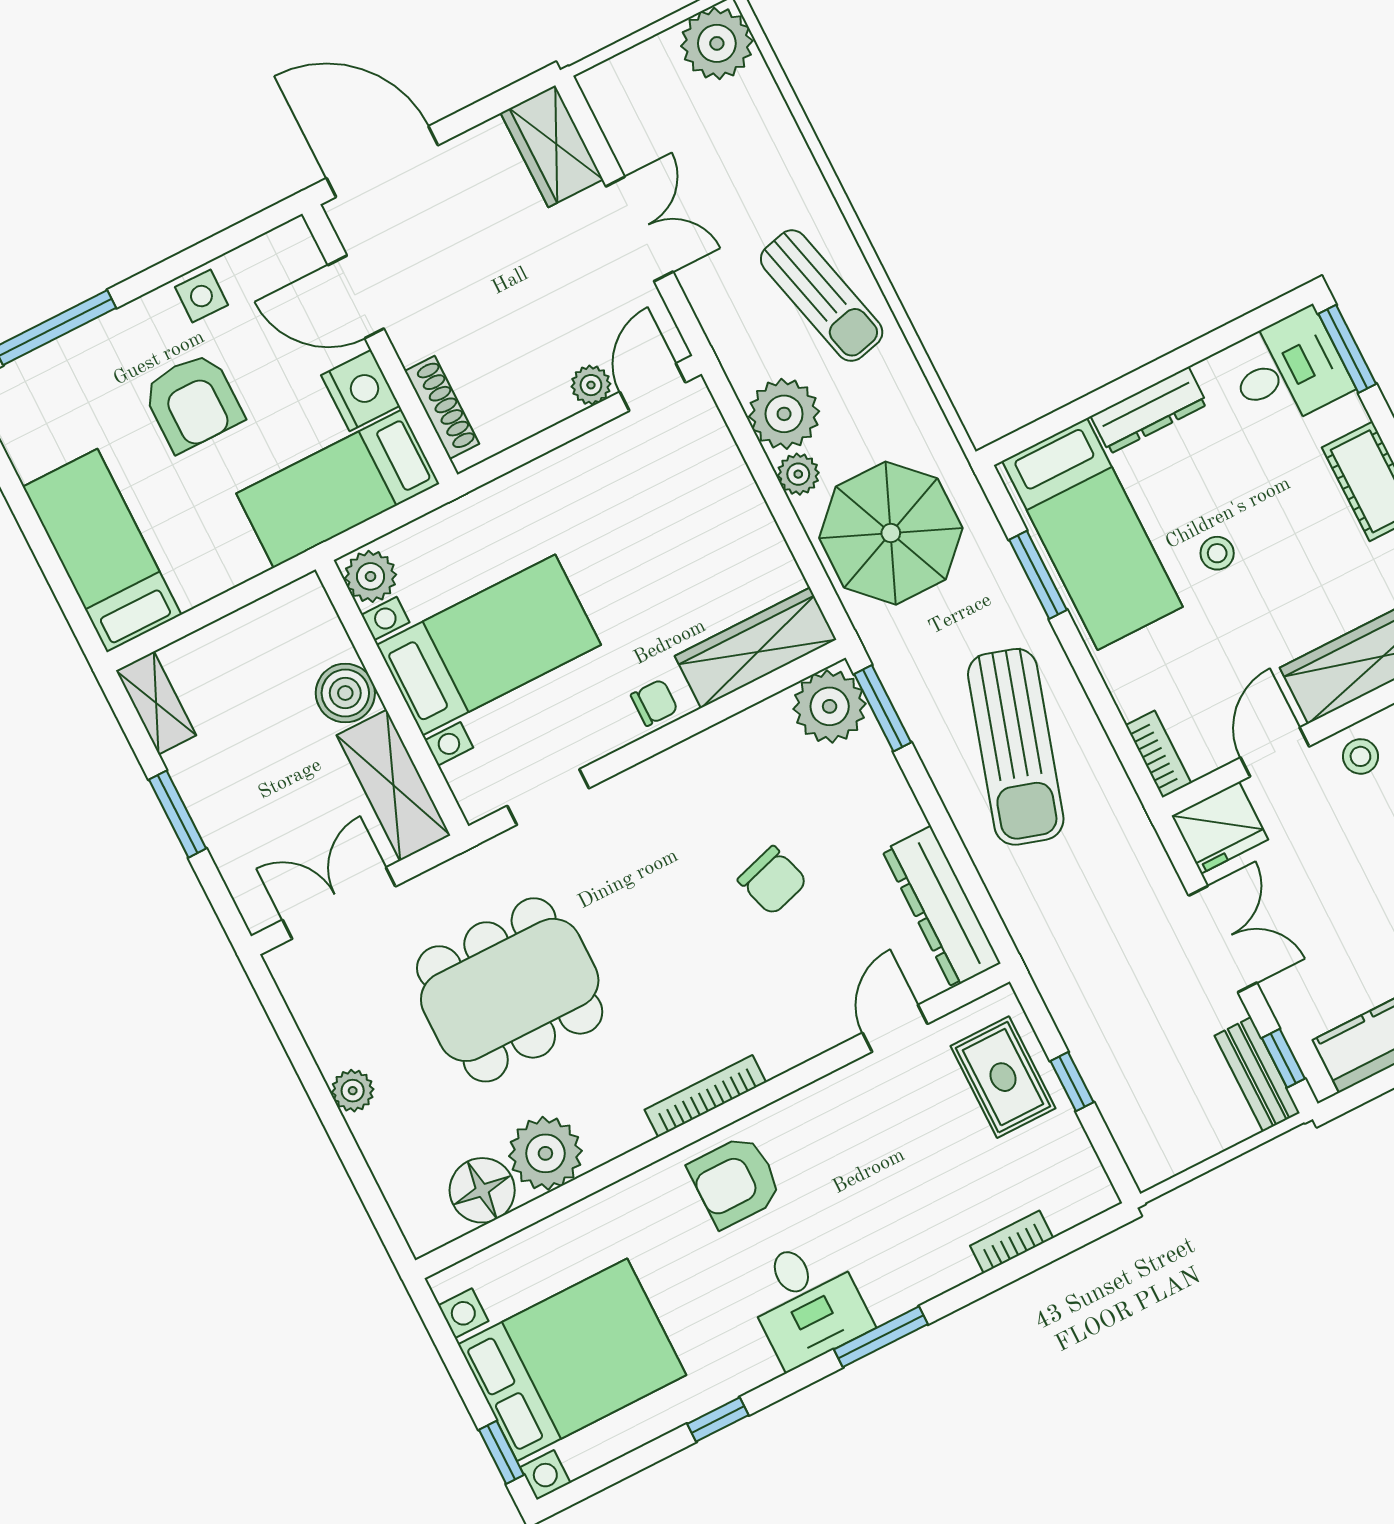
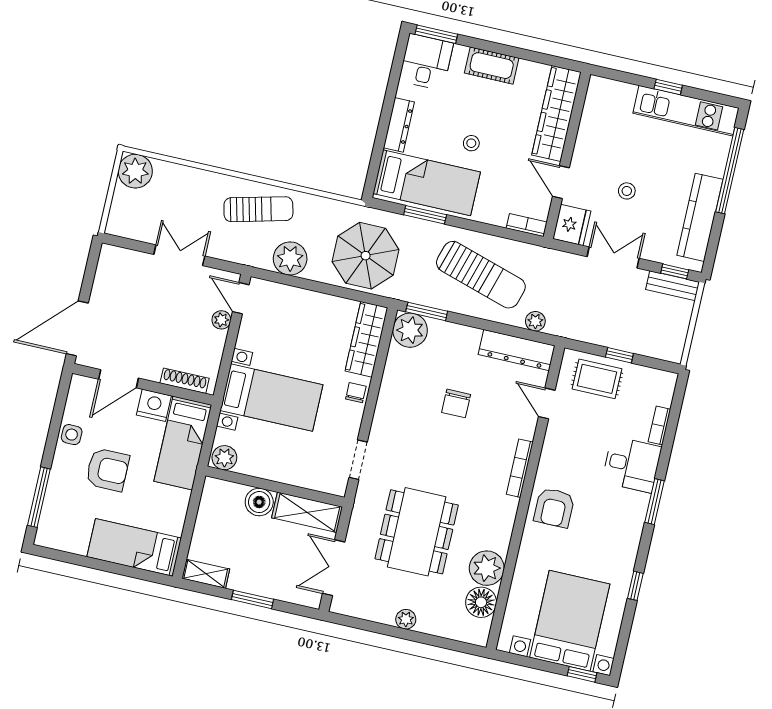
wardrobe: (552, 146) -> (123, 262), removed
plant: (798, 474) -> (535, 321), moved
bed with nightstands: (489, 645) -> (271, 398), moved, turned 90
stool: (1360, 756) -> (627, 191), moved
chair: (773, 881) -> (456, 403), turned 107
bookcase: (705, 1096) -> (520, 468), moved
desk: (807, 1302) -> (632, 464), moved

